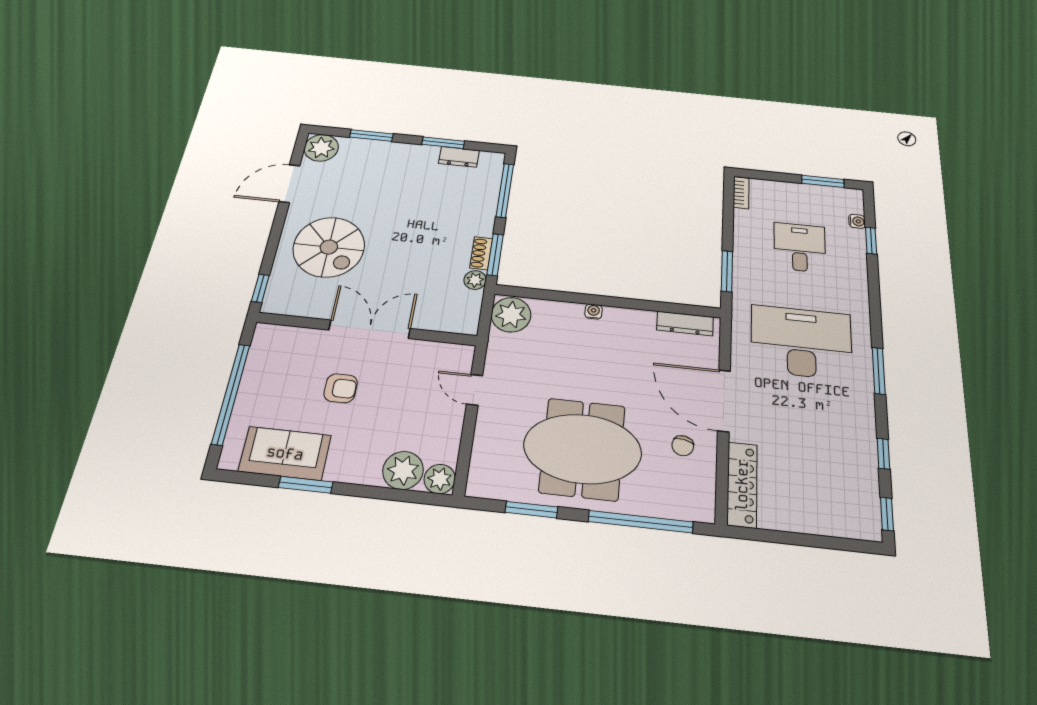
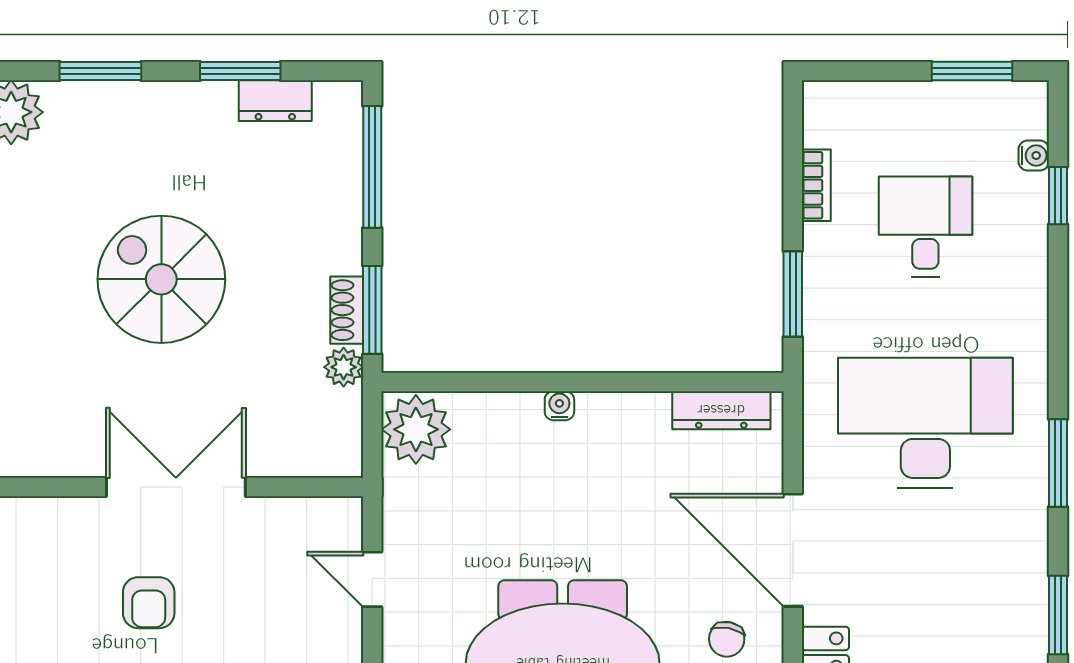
bookcase: (741, 193) -> (816, 185), moved
spiral stairs: (329, 247) -> (161, 279), moved, turned 180
armchair: (341, 388) -> (149, 603), turned 90
window: (883, 454) -> (1058, 615), width x1.50

